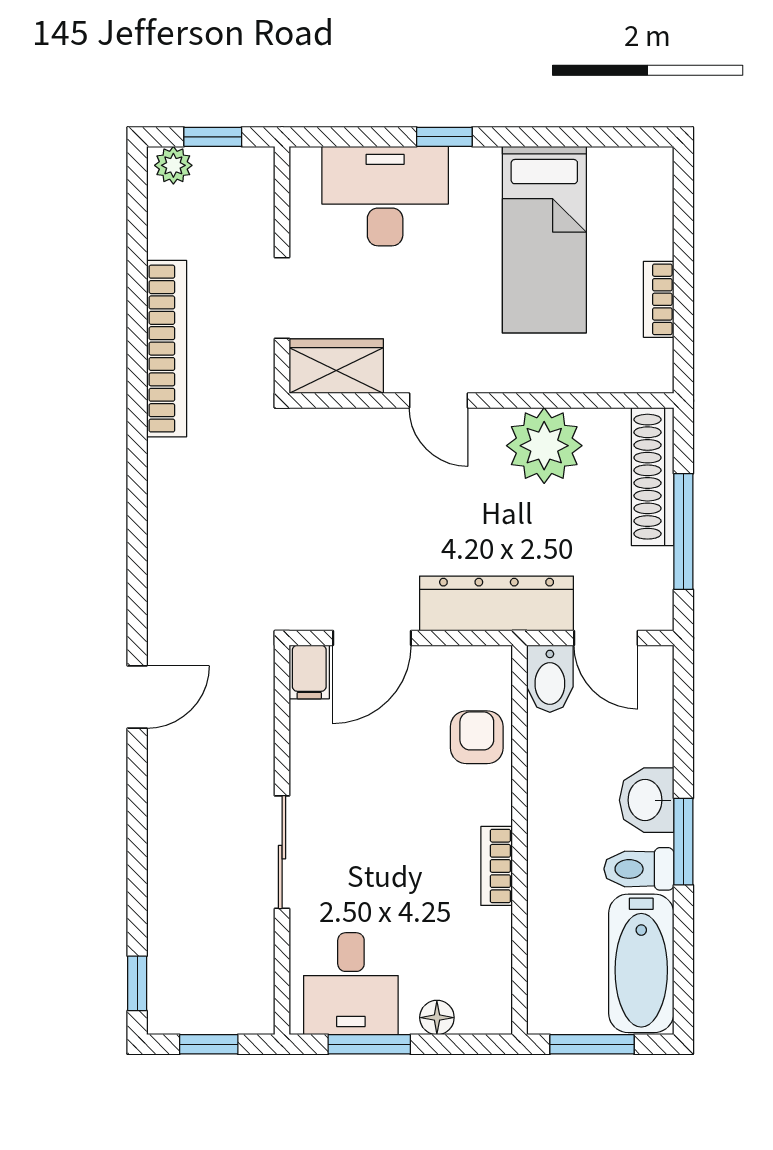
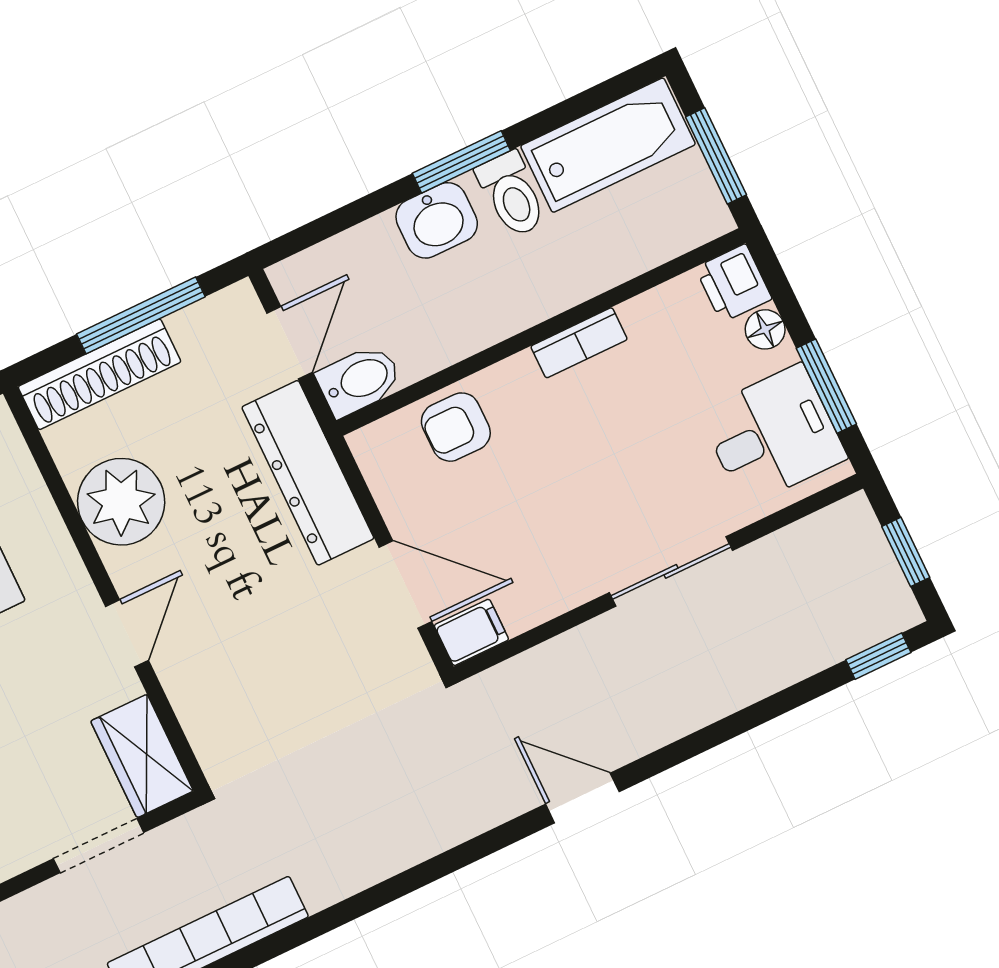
printer: (485, 1010) -> (734, 283), added

